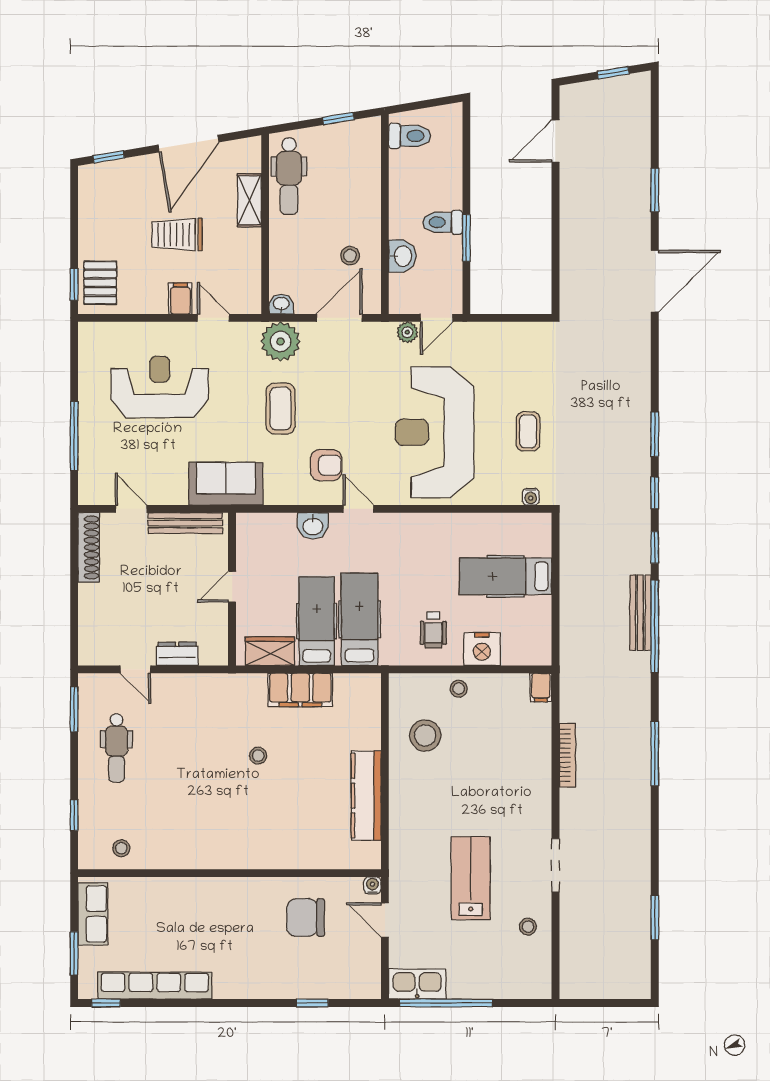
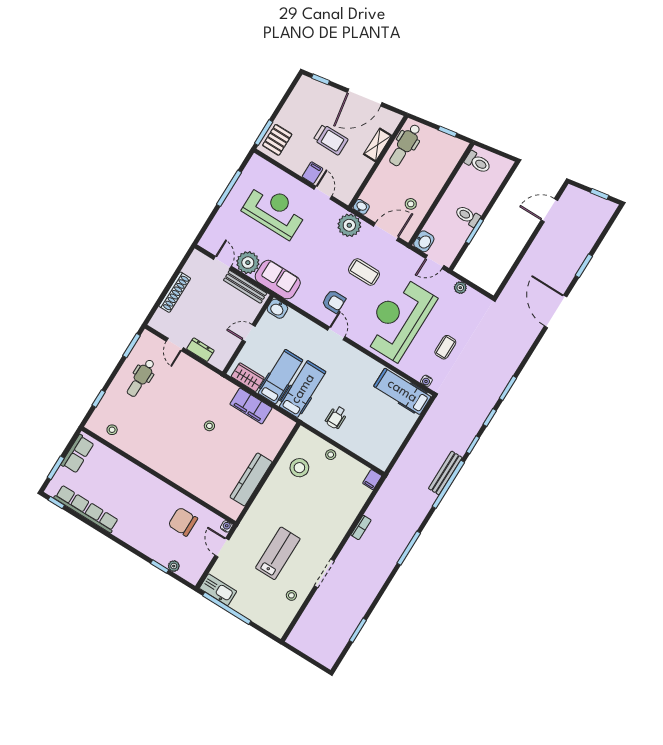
trolley: (177, 235) -> (331, 140), turned 180
washbasin: (402, 256) -> (424, 241), moved
door: (655, 281) -> (556, 311), swing flipped
window: (74, 284) -> (264, 133), width x1.50
plant: (407, 332) -> (460, 288), moved
coffee table: (281, 409) -> (364, 272), moved, turned 90
window: (74, 436) -> (229, 188), moved
plant: (168, 486) -> (248, 263), added
washbasin: (313, 526) -> (277, 309), moved
shoe rack: (89, 547) -> (175, 292), moved
hospital bed: (505, 576) -> (402, 391), moved
nightstand: (482, 649) -> (355, 442), removed
bookcase: (567, 755) -> (361, 528), width x0.64
plant: (332, 990) -> (174, 566), added

